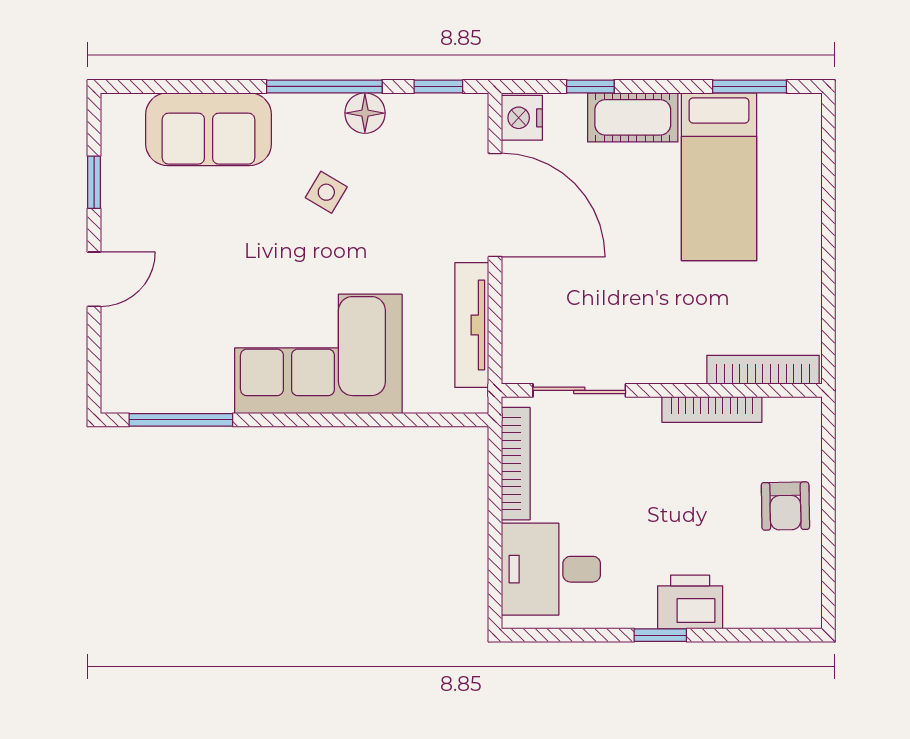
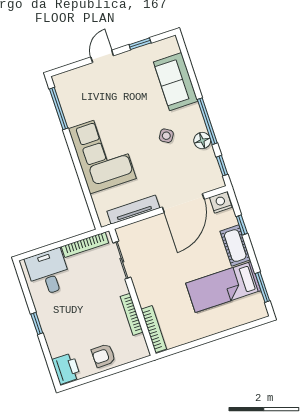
door: (94, 279) -> (102, 56), swing flipped
printer: (690, 602) -> (66, 369), moved

